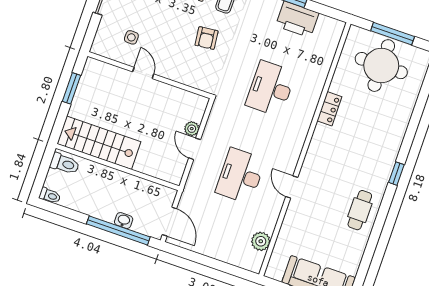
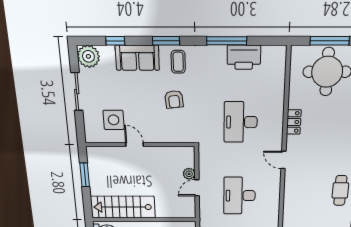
side table: (131, 37) -> (114, 120), width x1.87, depth x1.87
door: (195, 149) -> (197, 188), hinge flipped
door: (292, 187) -> (283, 160), moved

